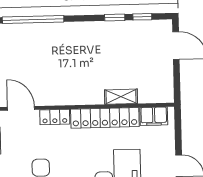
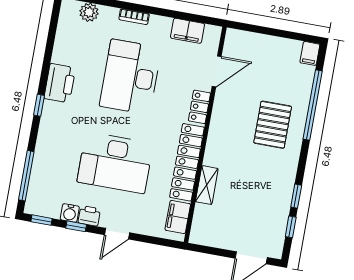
pallet: (57, 51) -> (273, 125), added

